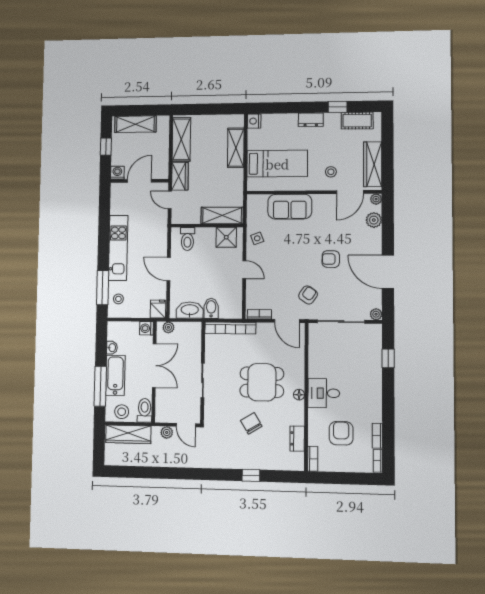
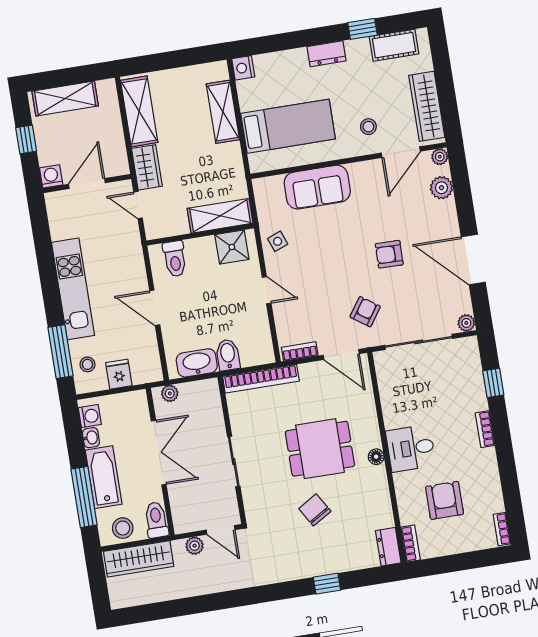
fridge: (158, 309) -> (119, 374), moved
washing machine: (146, 328) -> (90, 416), moved, turned 180
bookcase: (377, 436) -> (485, 429), moved
dresser: (297, 439) -> (388, 547), moved

